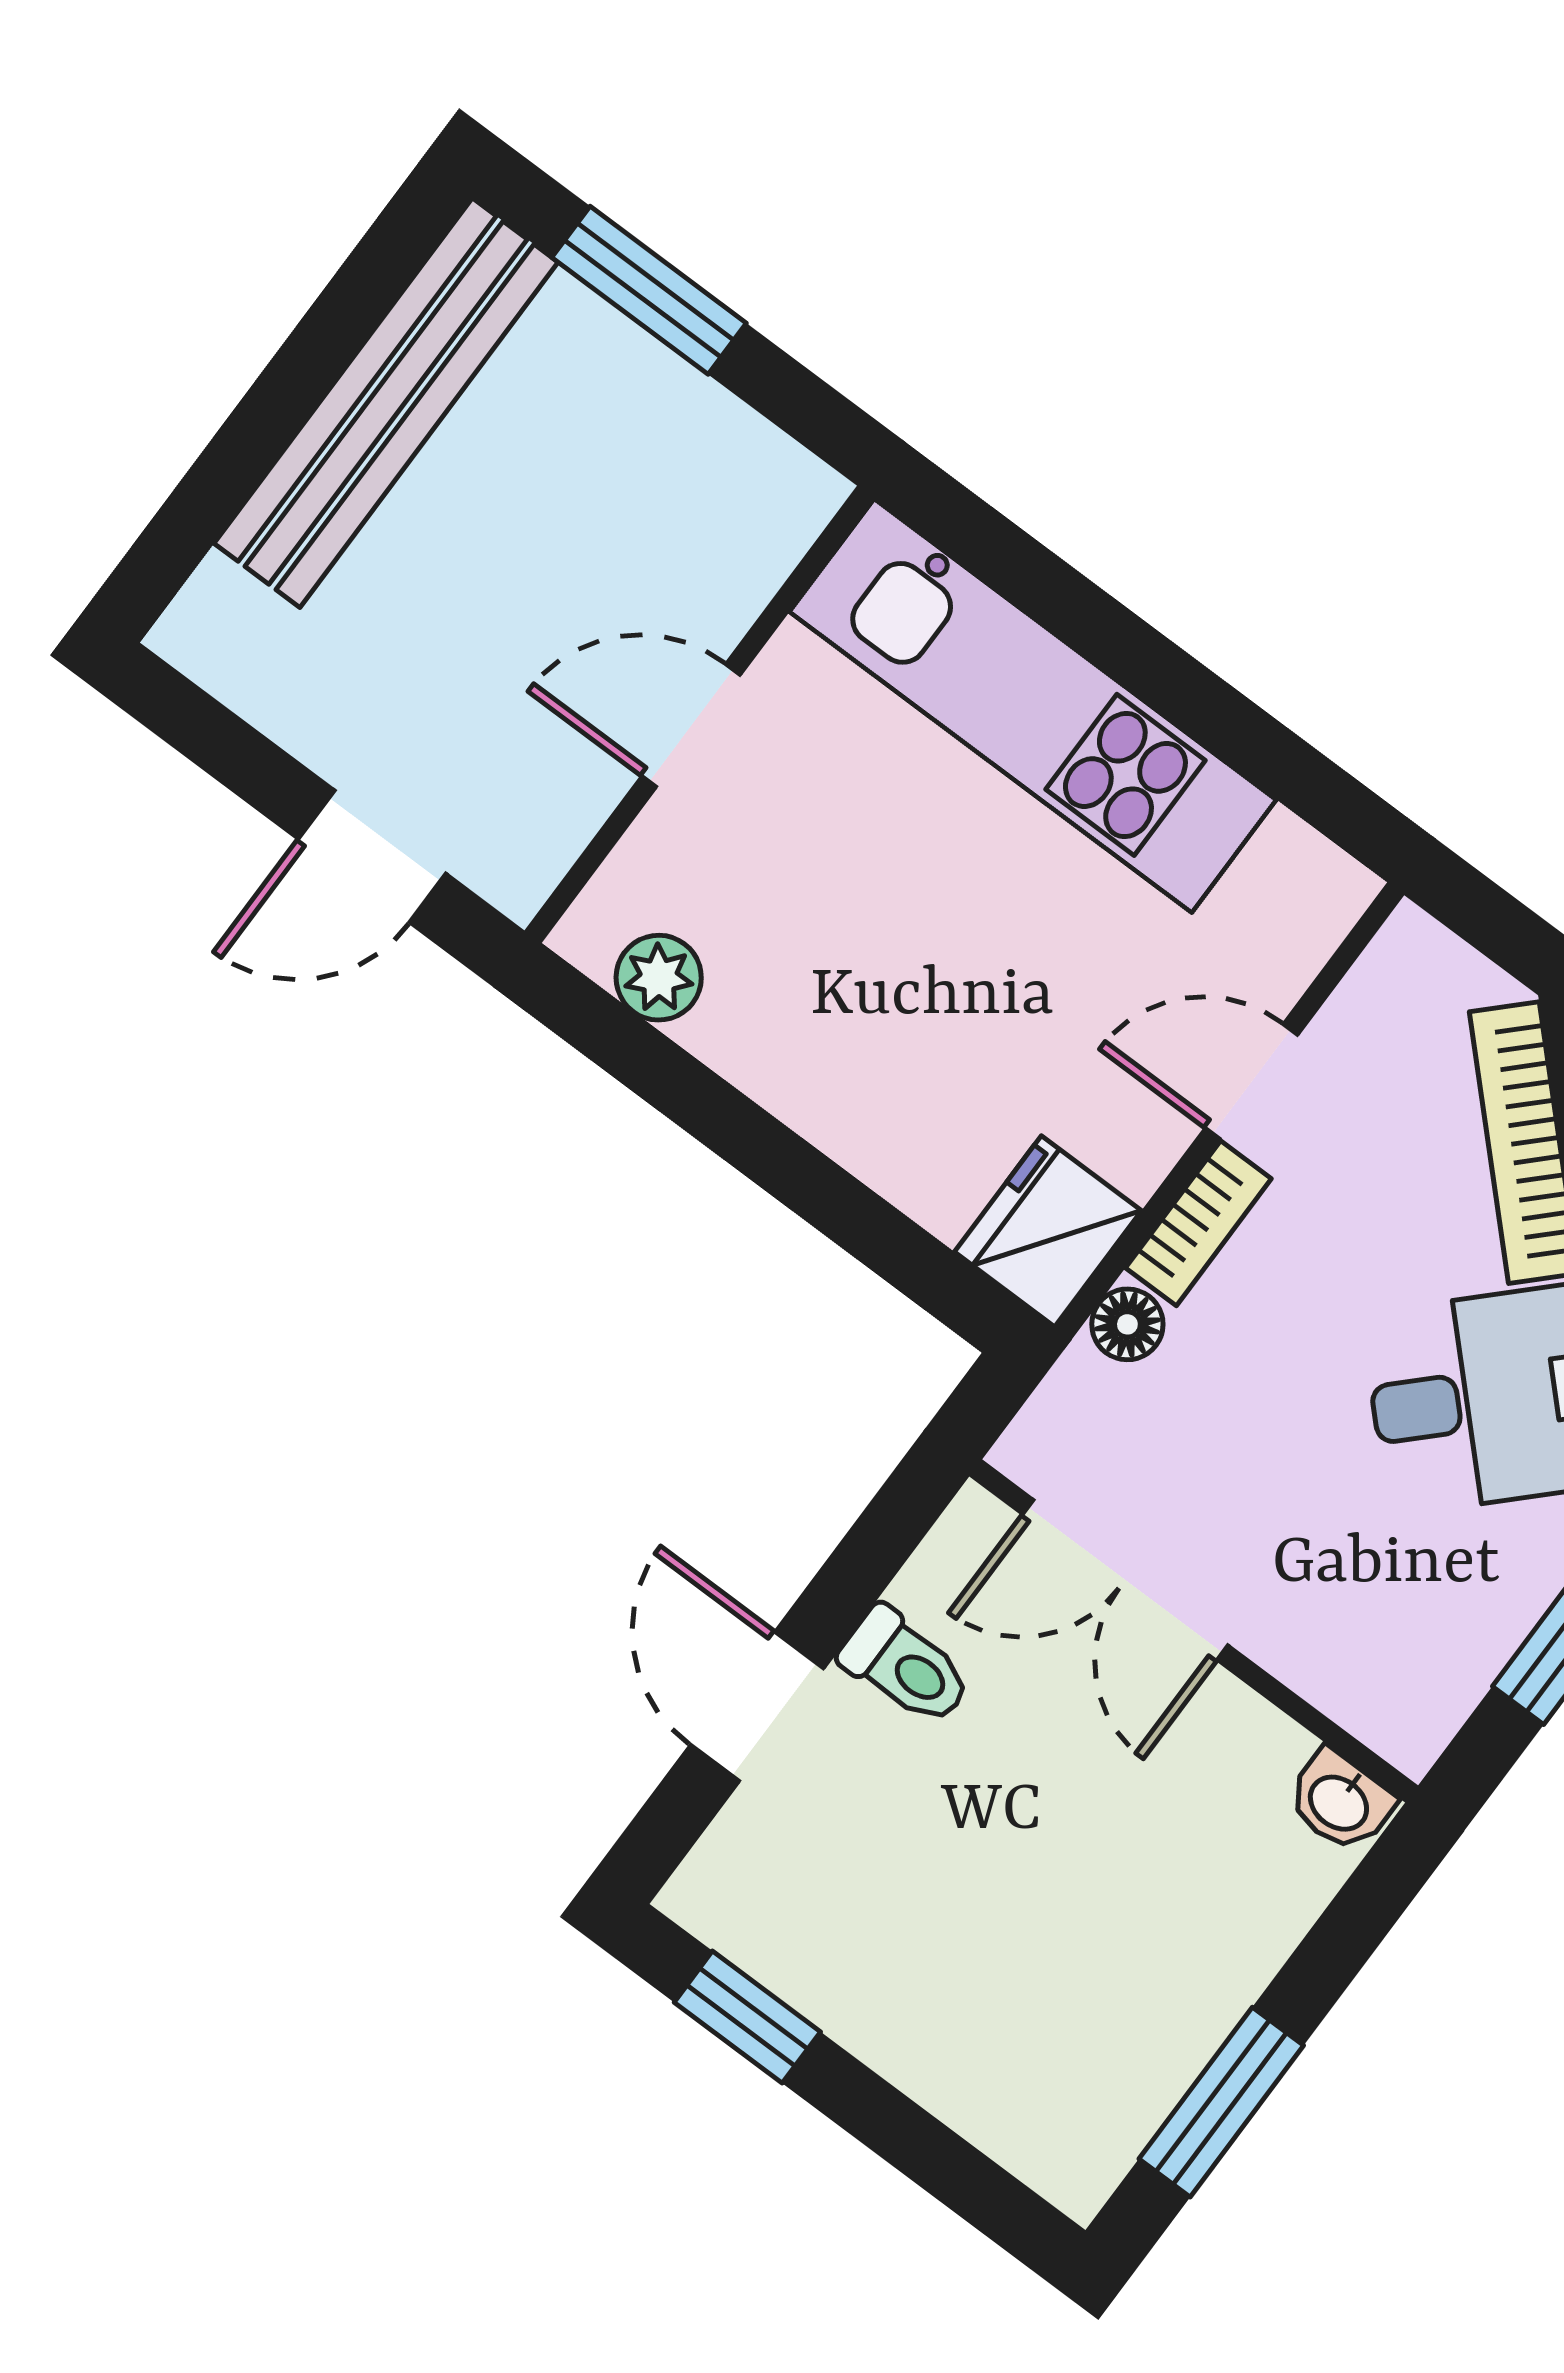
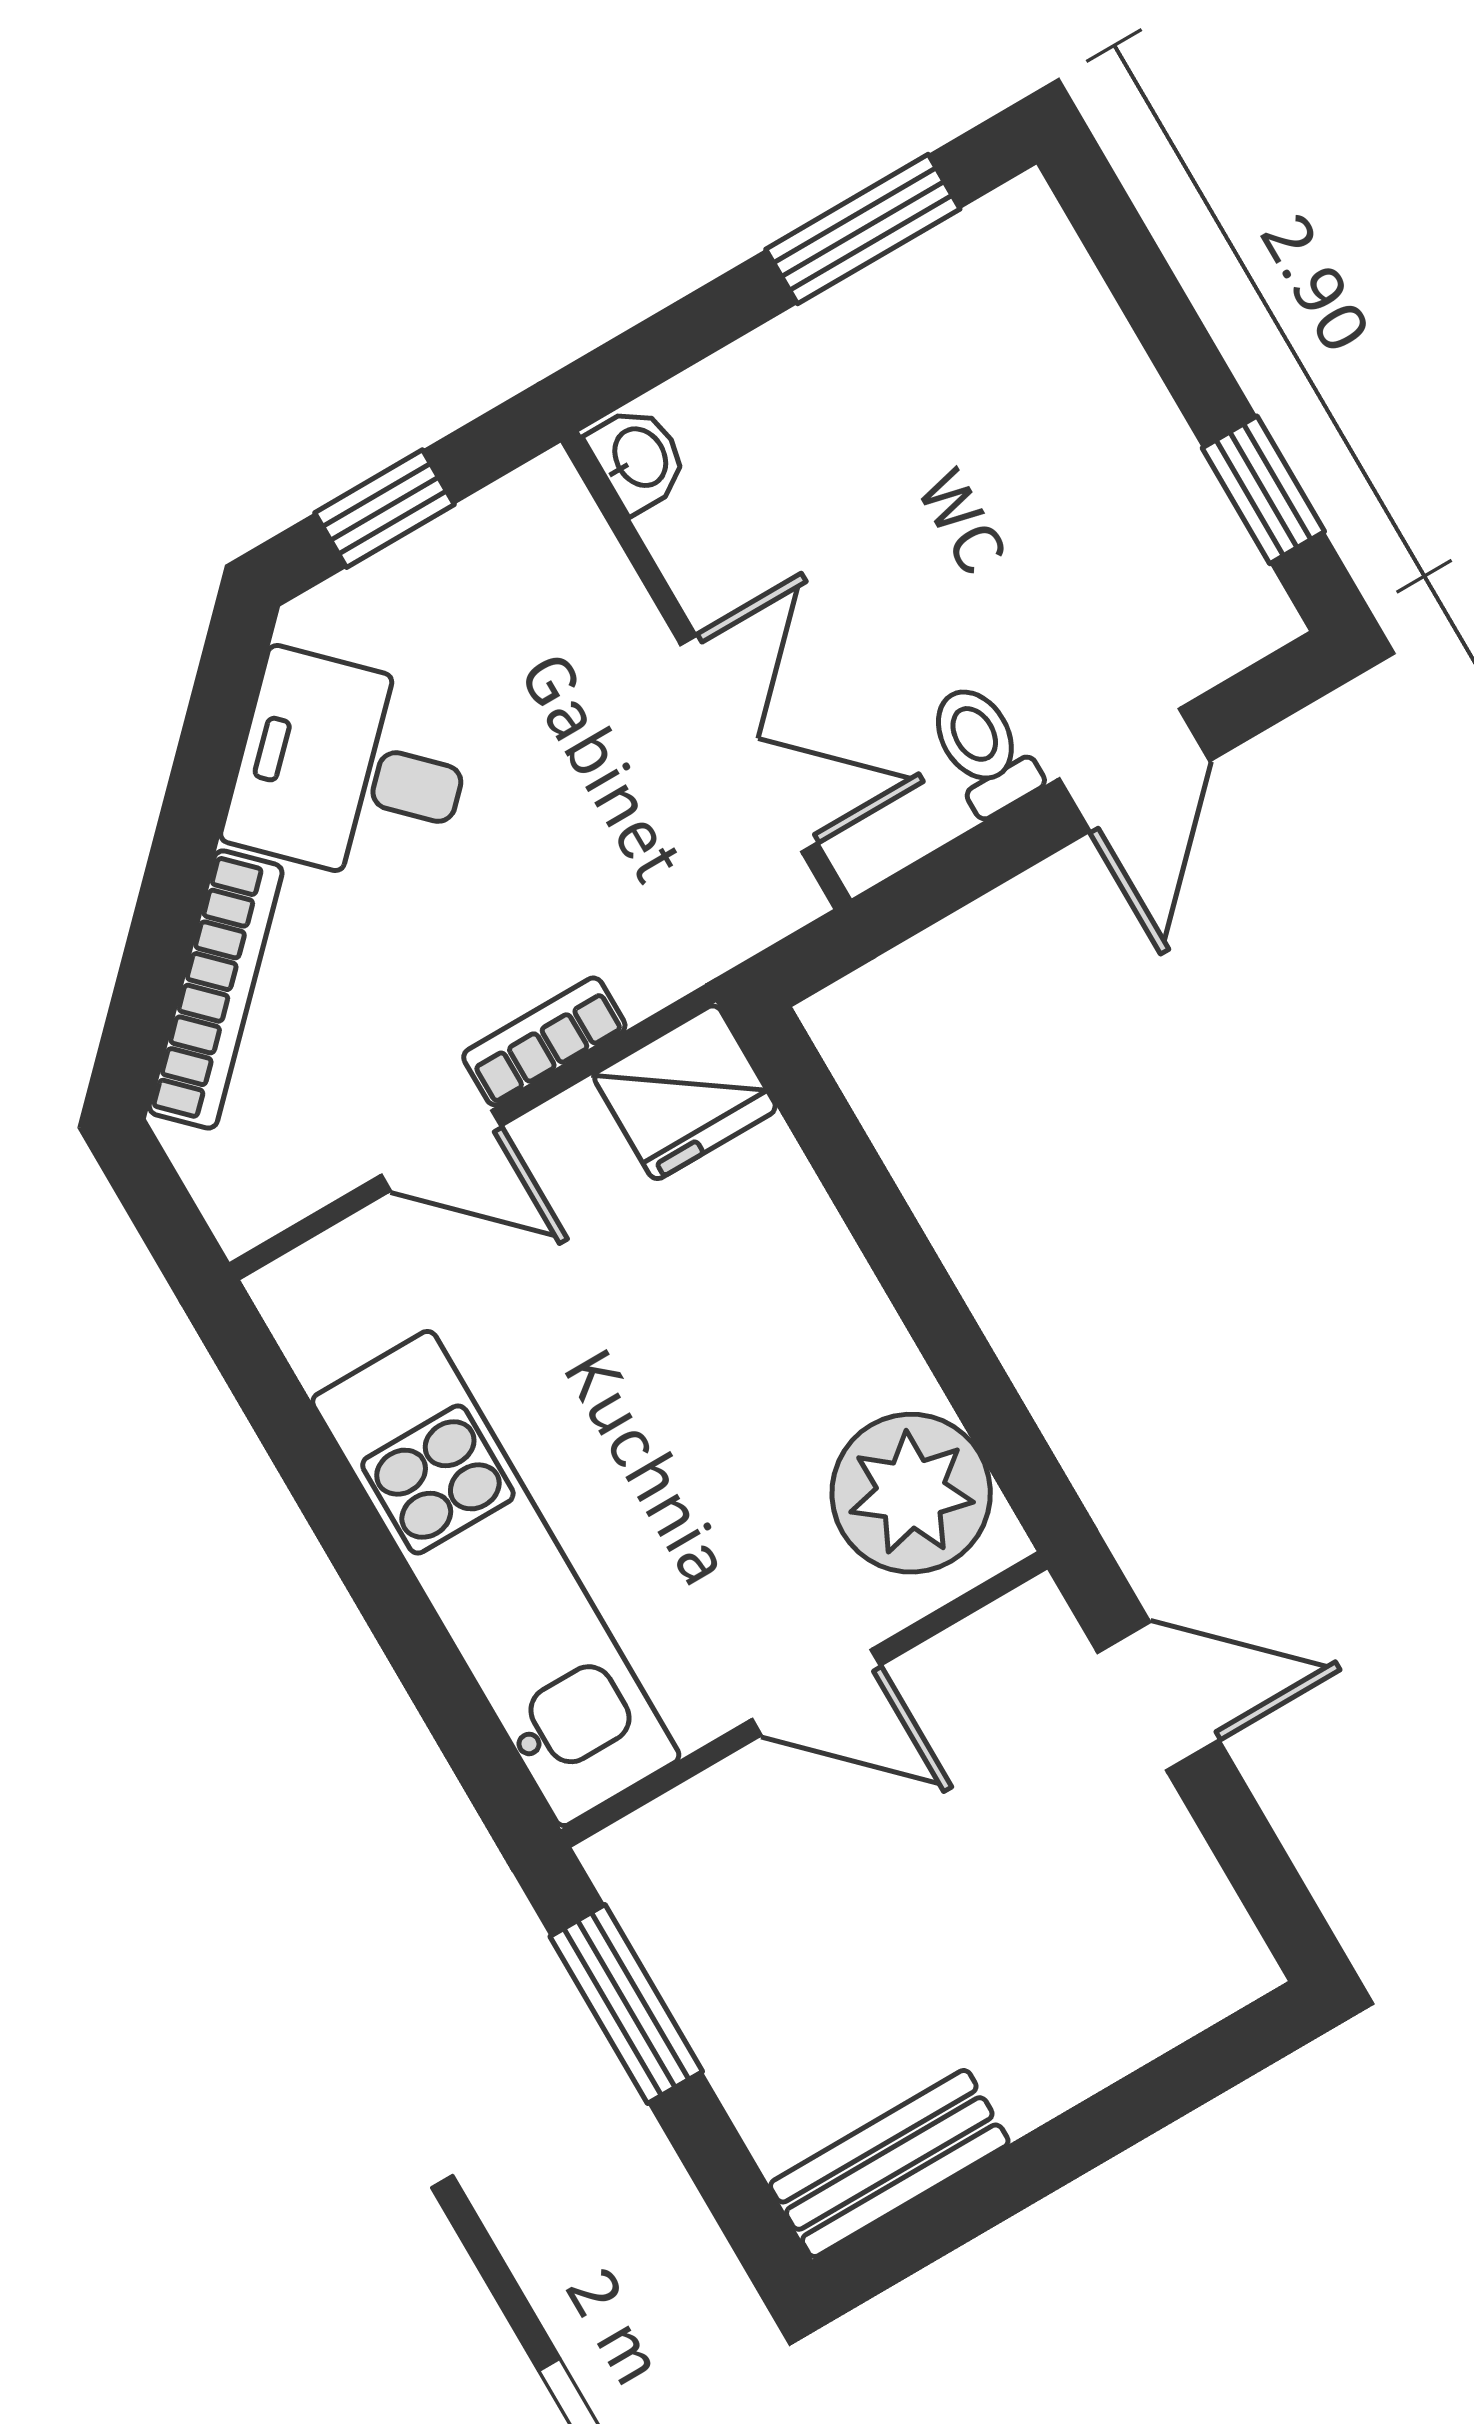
window: (649, 290) -> (626, 2004), moved
bench: (386, 403) -> (889, 2164), width x0.54, depth x0.82
plant: (659, 978) -> (911, 1493), width x1.87, depth x1.87
floor lamp: (1127, 1324) -> (648, 976), removed

